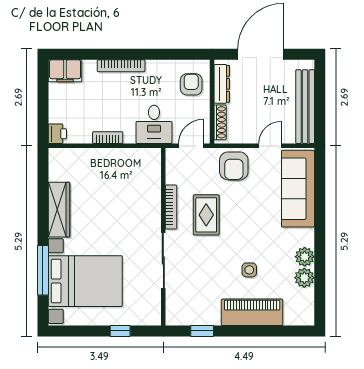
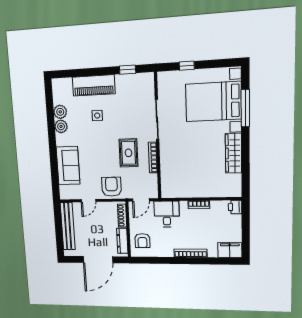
sofa: (298, 189) -> (68, 166), width x0.73

